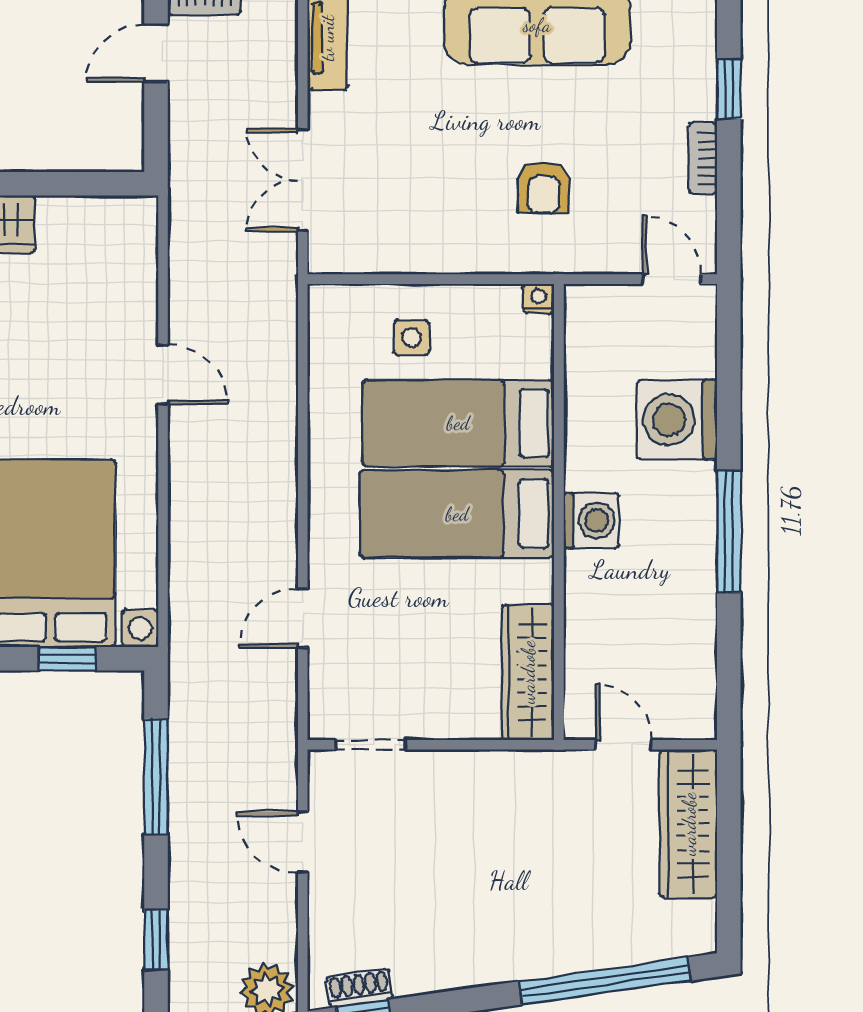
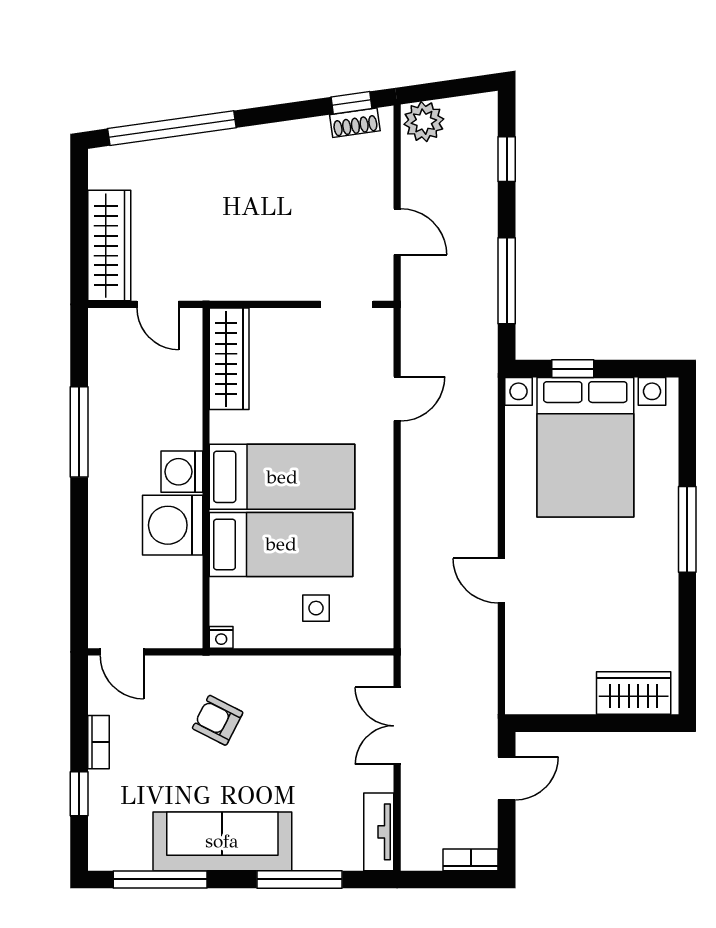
door: (156, 53) -> (507, 778), moved
double door: (303, 180) -> (397, 726), swing flipped
armchair: (543, 187) -> (218, 720), turned -63
washing machine: (677, 420) -> (173, 525), moved, turned 180
window: (729, 532) -> (79, 432), moved

